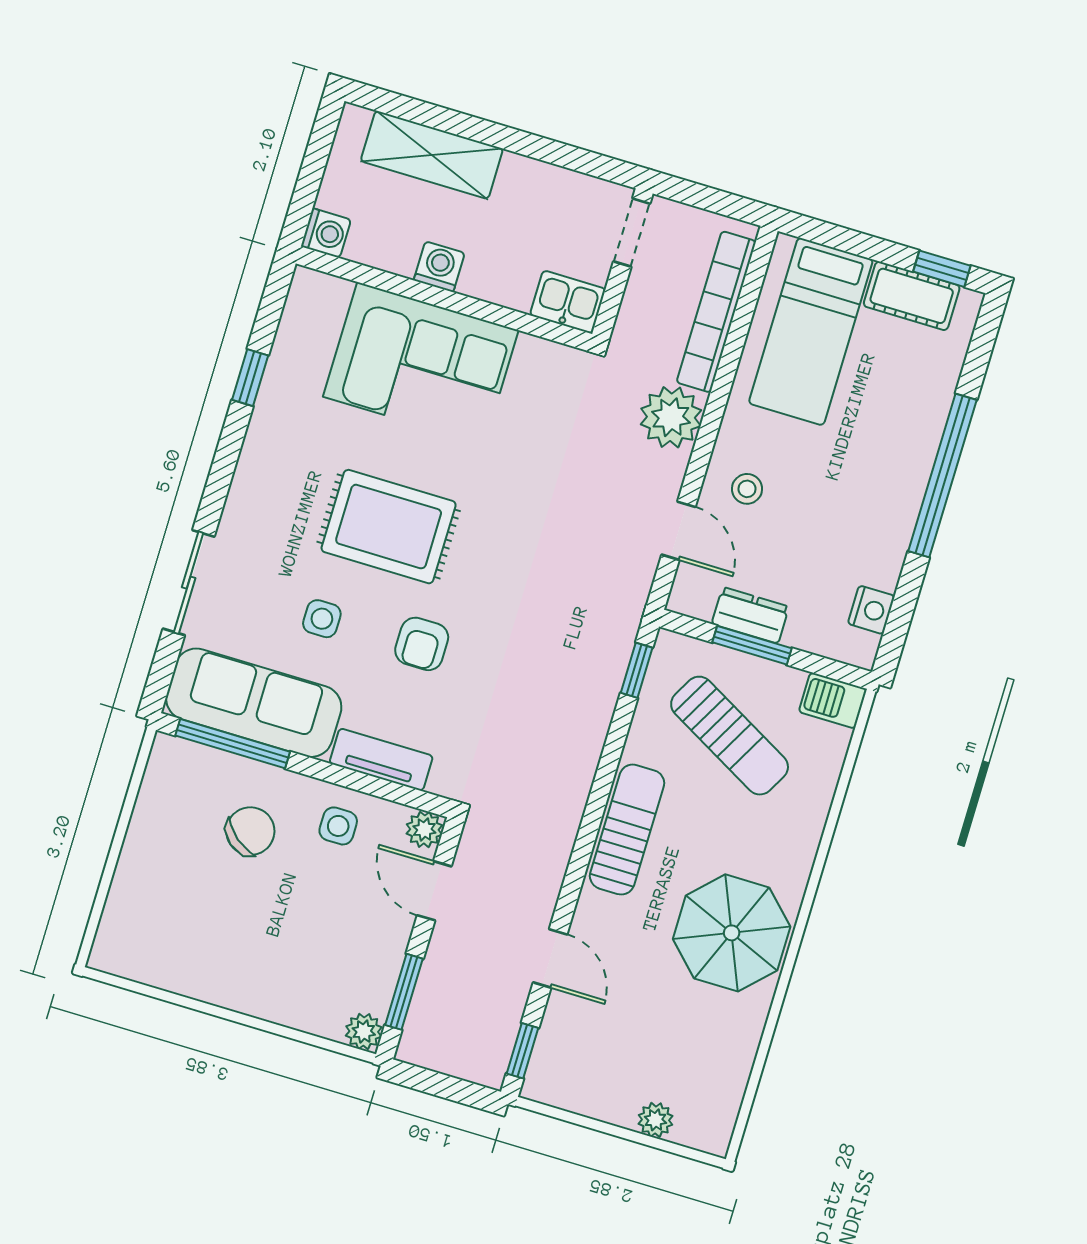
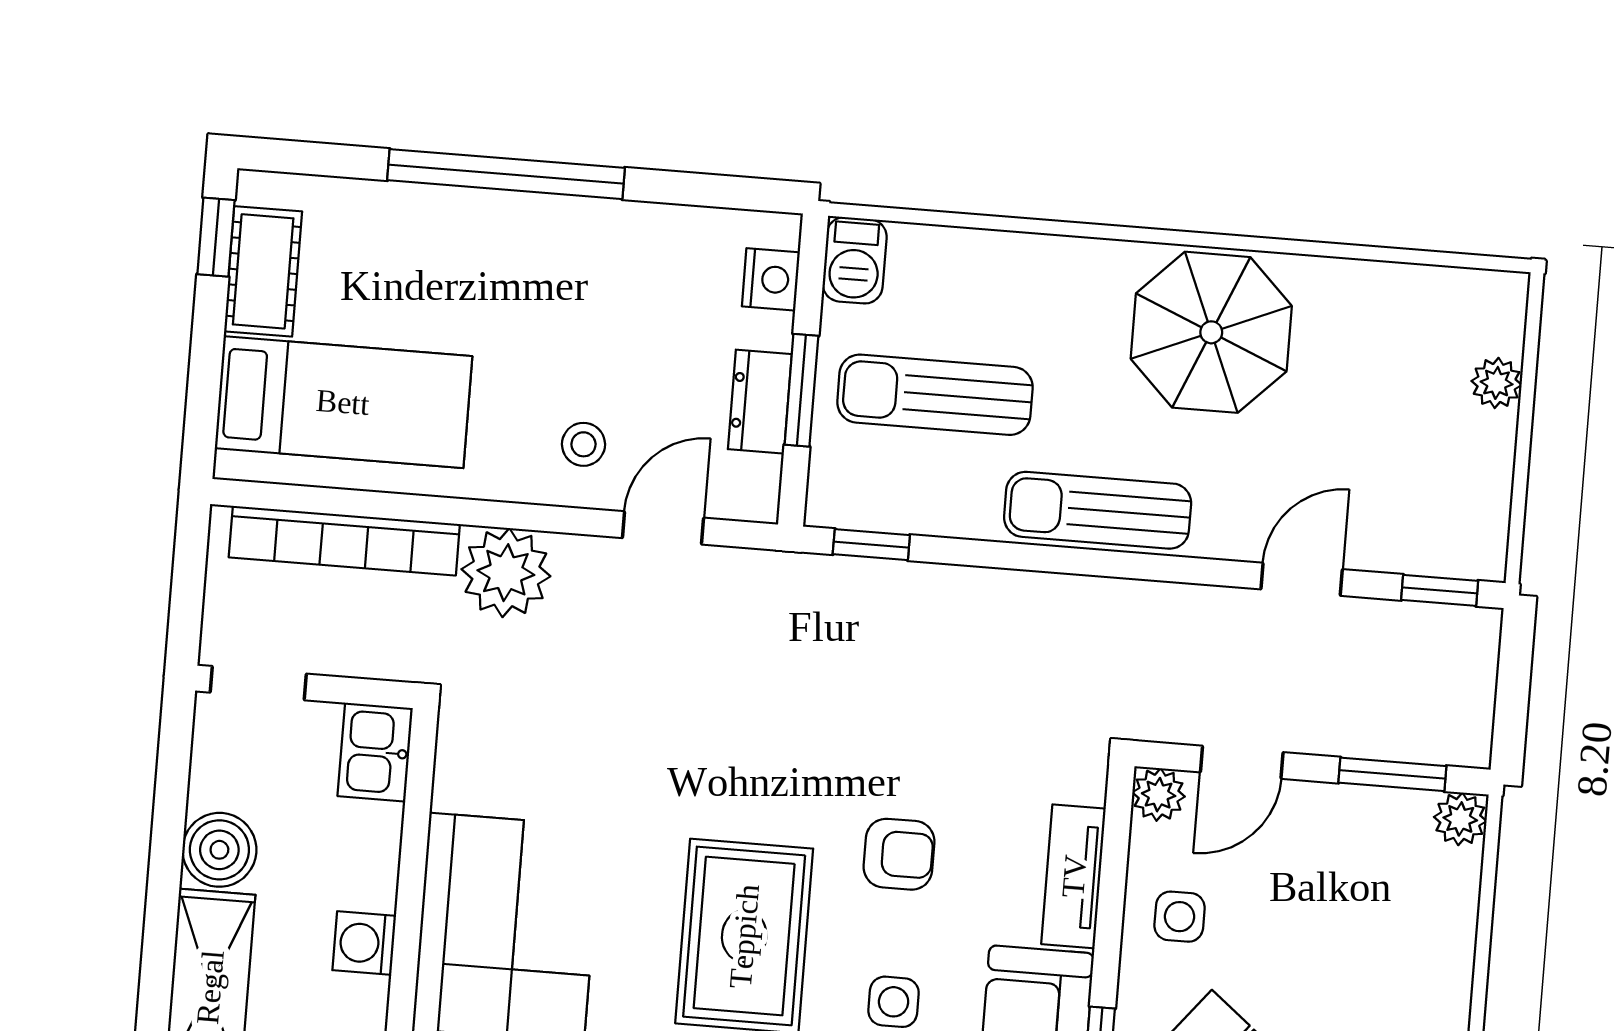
boiler: (524, 182) -> (219, 850), added
nightstand: (871, 610) -> (771, 279), moved, turned 90
sun lounger: (730, 736) -> (935, 395), turned -119

